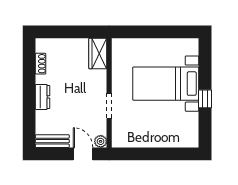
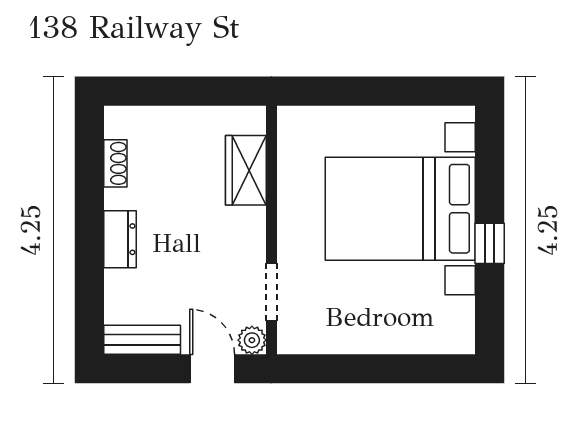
wardrobe: (98, 54) -> (246, 170), moved
bed with nightstands: (166, 84) -> (400, 209), width x1.36
doorway: (109, 106) -> (271, 292), moved

